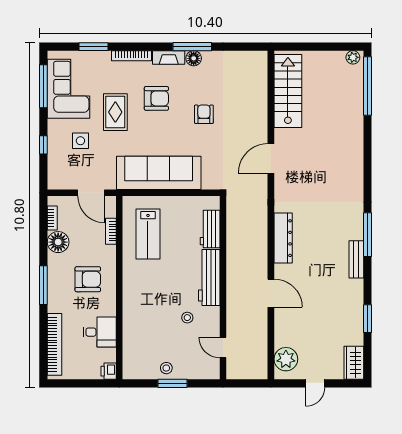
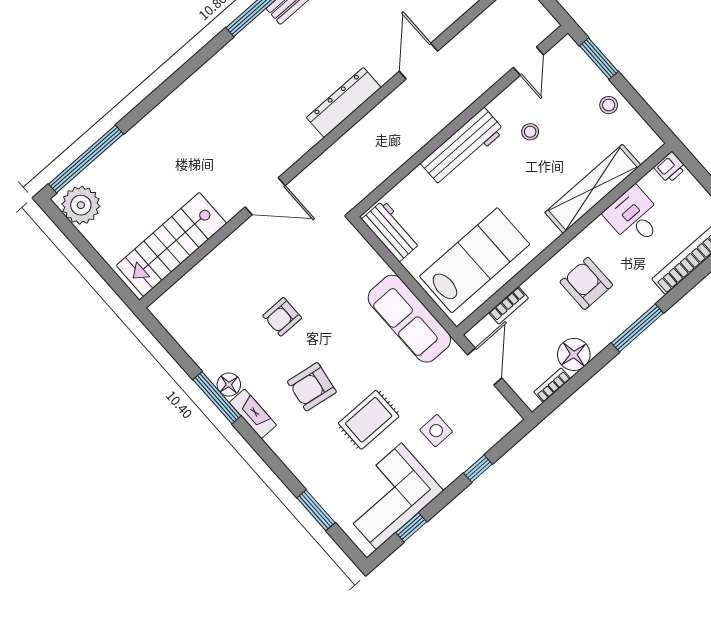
bookcase: (132, 56) -> (288, 458), removed
plant: (353, 57) -> (81, 205), width x1.88, depth x1.88
window: (43, 86) -> (411, 527), width x0.46
armchair: (156, 98) -> (312, 387), turned -81
sofa: (159, 173) -> (409, 319), width x0.74, depth x0.79
workbench: (210, 229) -> (391, 231), moved, turned -90
lab bench: (148, 234) -> (475, 260), width x1.36, depth x1.39
shelving: (132, 324) -> (593, 189), added
window: (173, 383) -> (599, 59), moved

